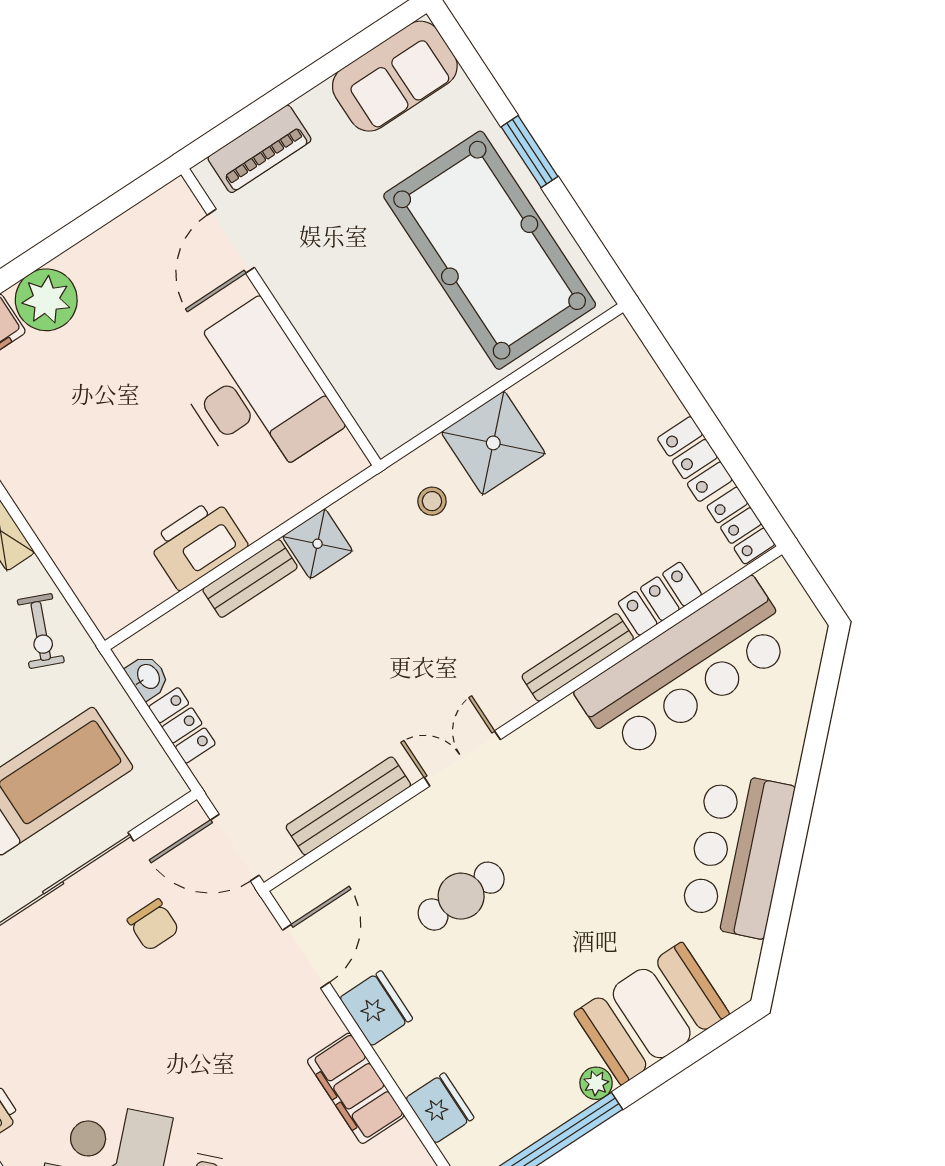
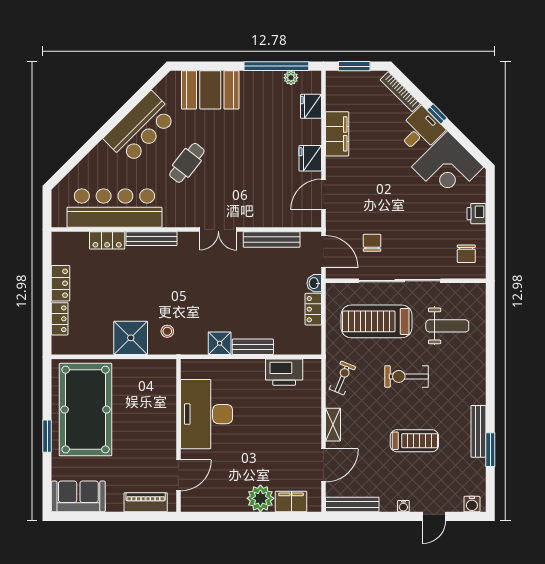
locker: (741, 526) -> (60, 319), moved
printer: (198, 544) -> (284, 372), moved
washbasin: (148, 677) -> (314, 283), moved
cafe table: (461, 896) -> (187, 163), moved, turned -52
plant: (596, 1083) -> (291, 78), moved

